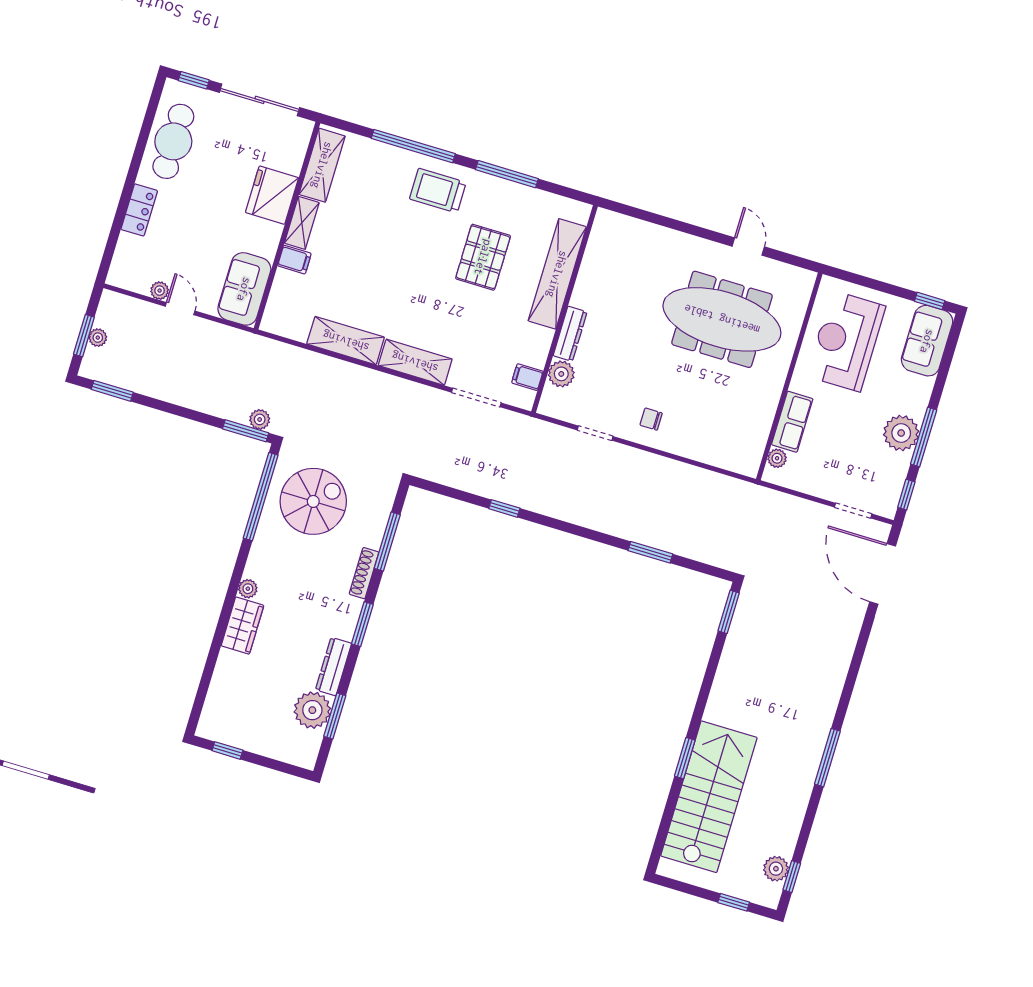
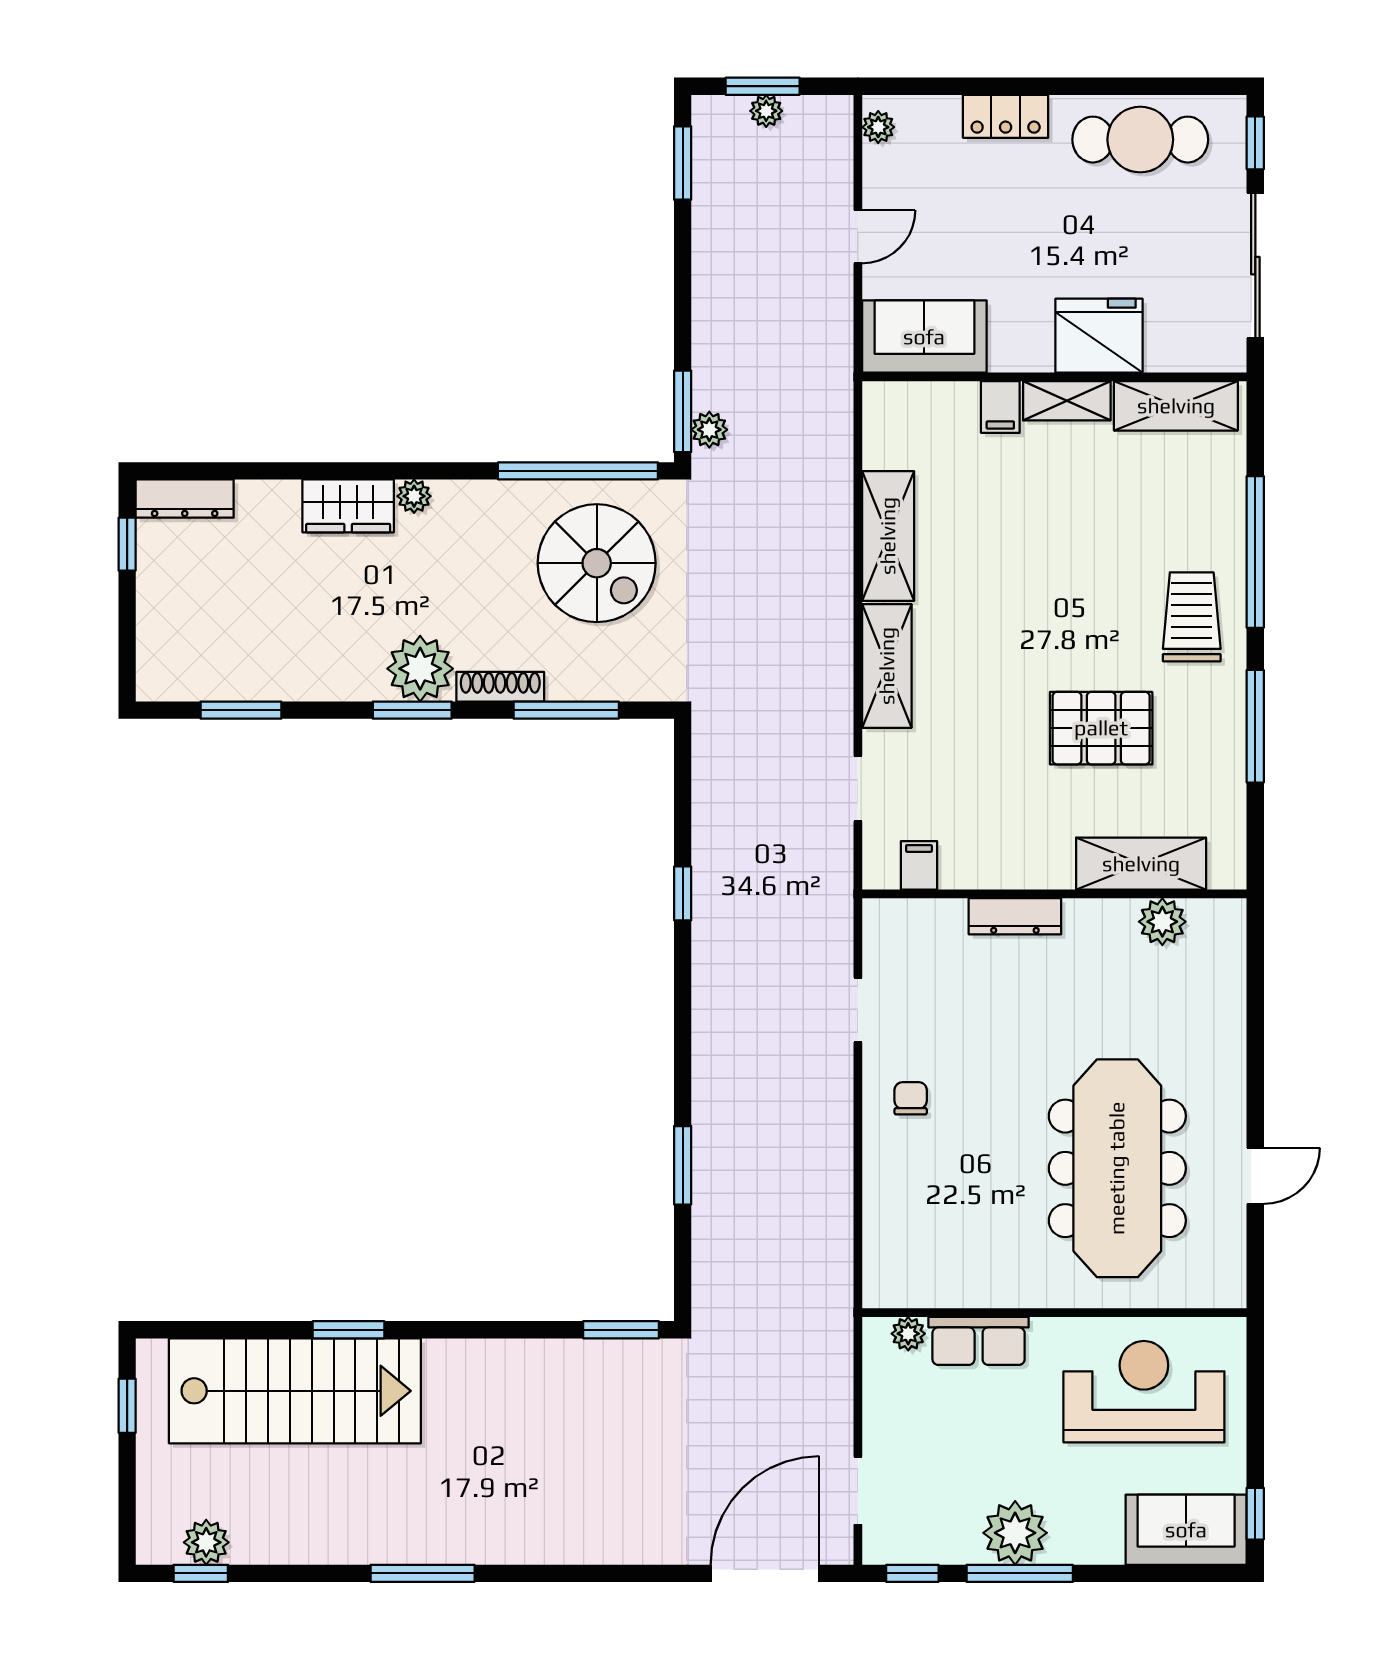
shelving: (557, 274) -> (1141, 864), width x0.68
plant: (160, 291) -> (878, 127), moved
plant: (561, 374) -> (1162, 922), moved
doorway: (476, 398) -> (858, 789), width x0.73
dresser: (333, 667) -> (185, 499), moved, turned 180
plant: (312, 710) -> (420, 669), moved
window: (734, 902) -> (127, 1406), moved

